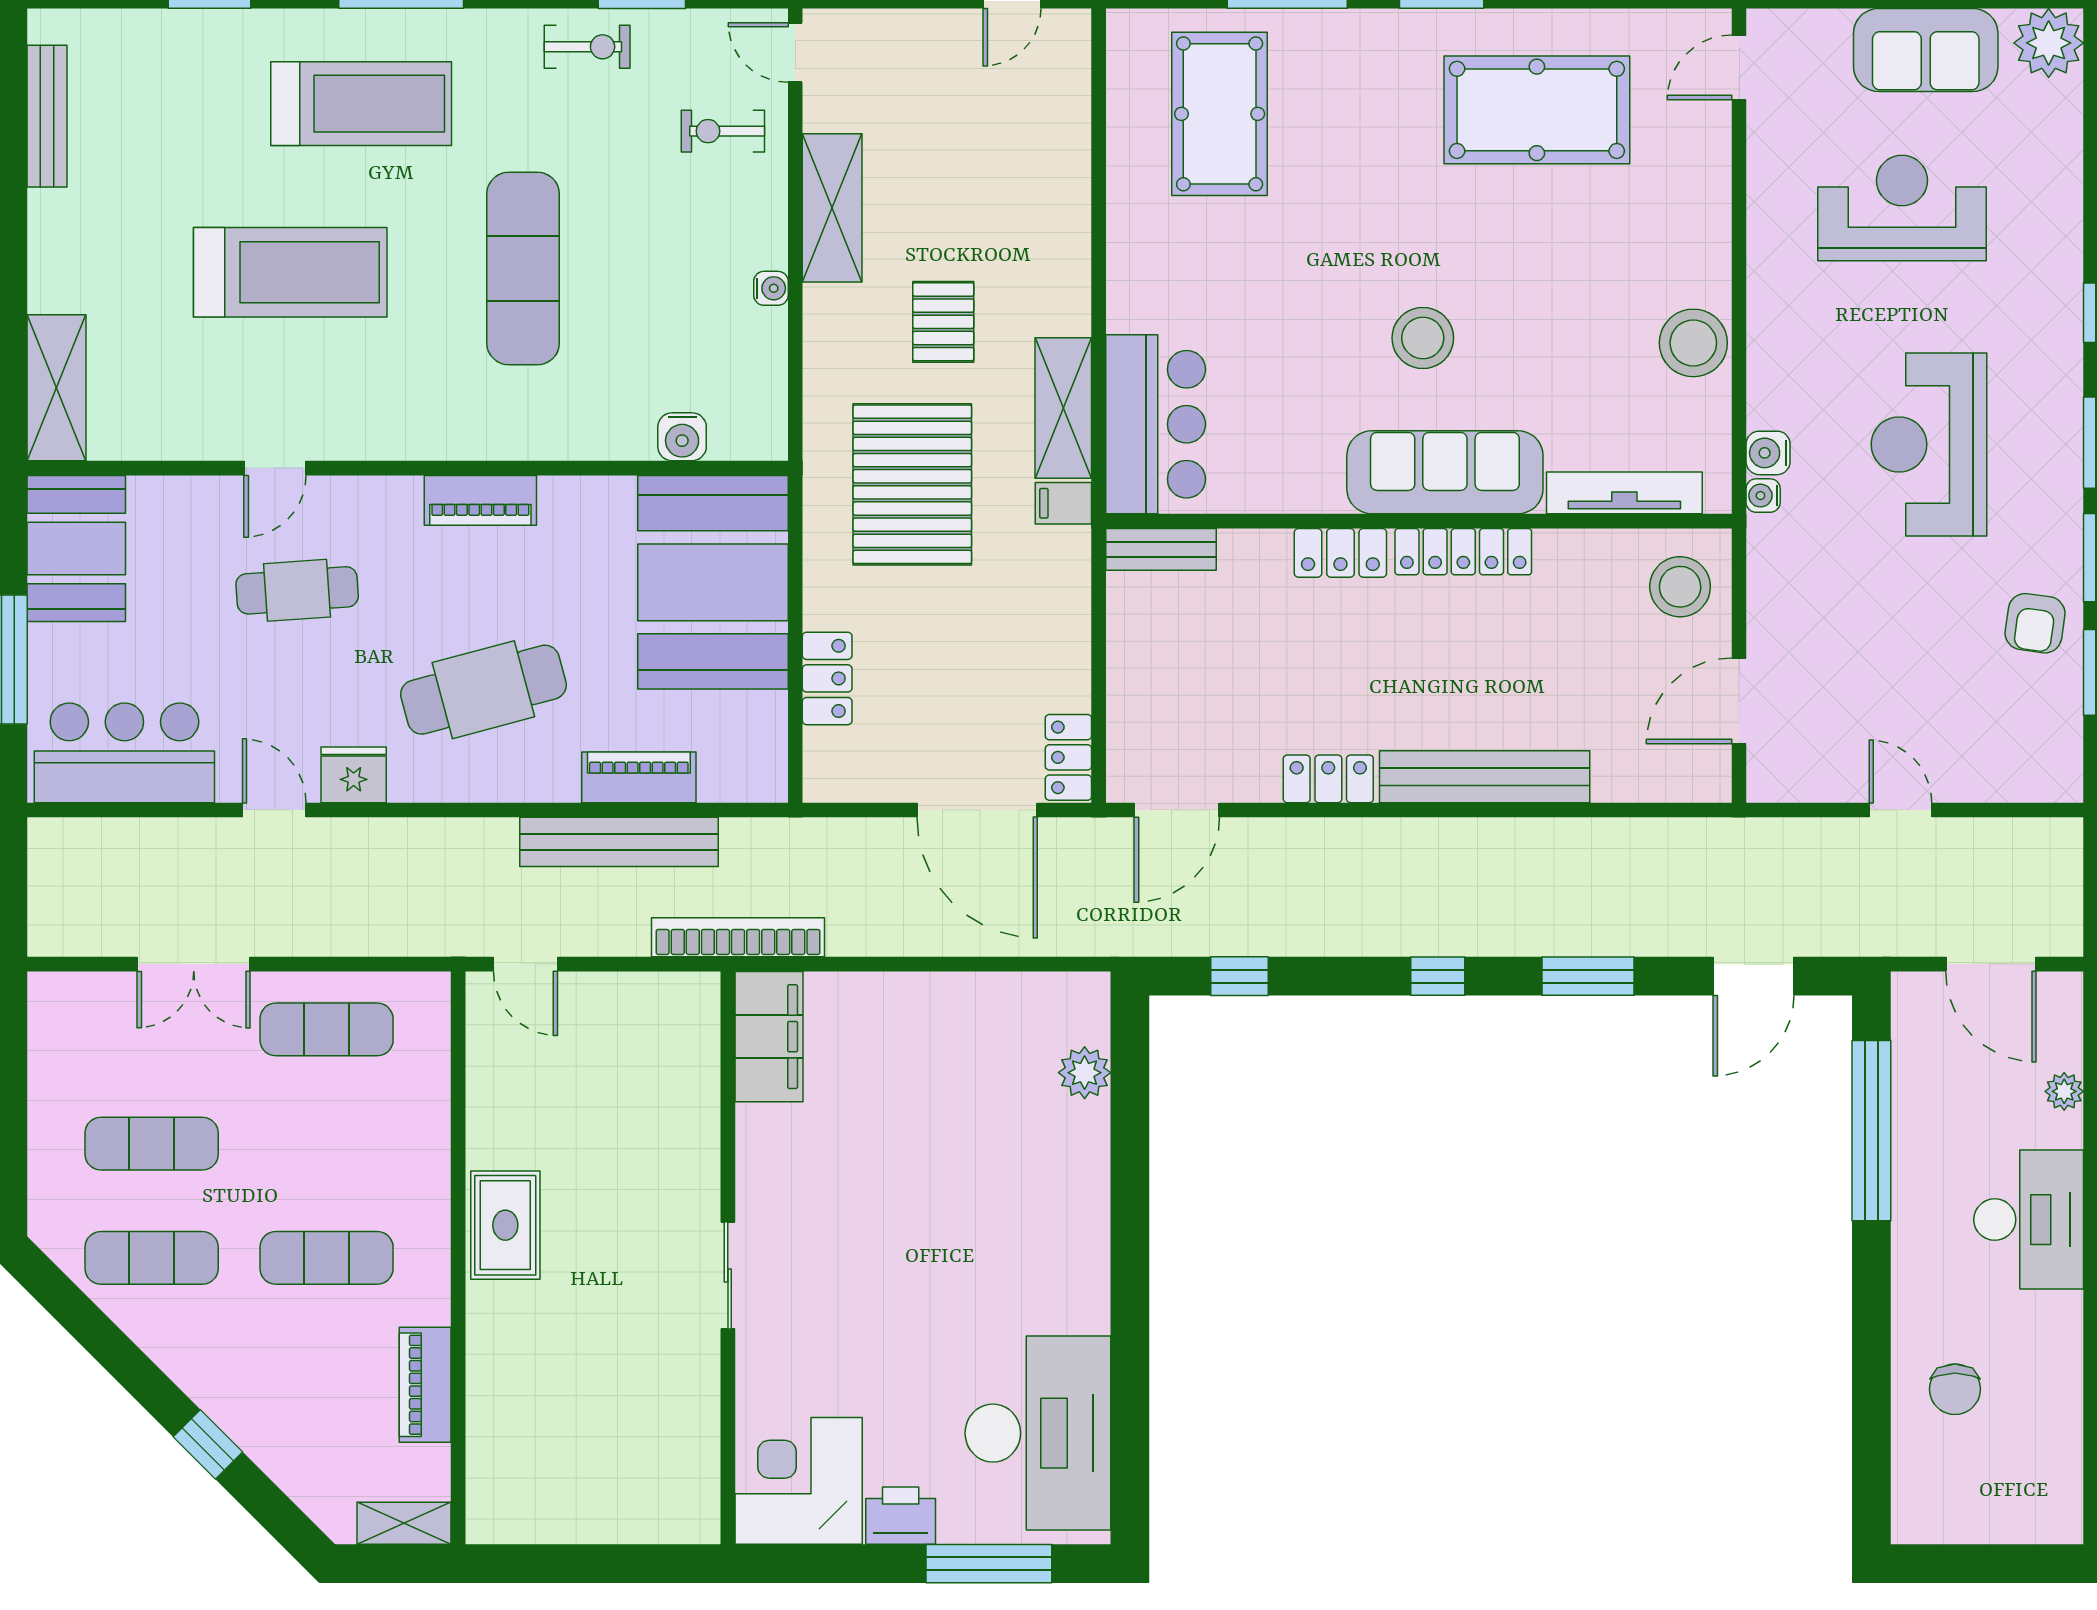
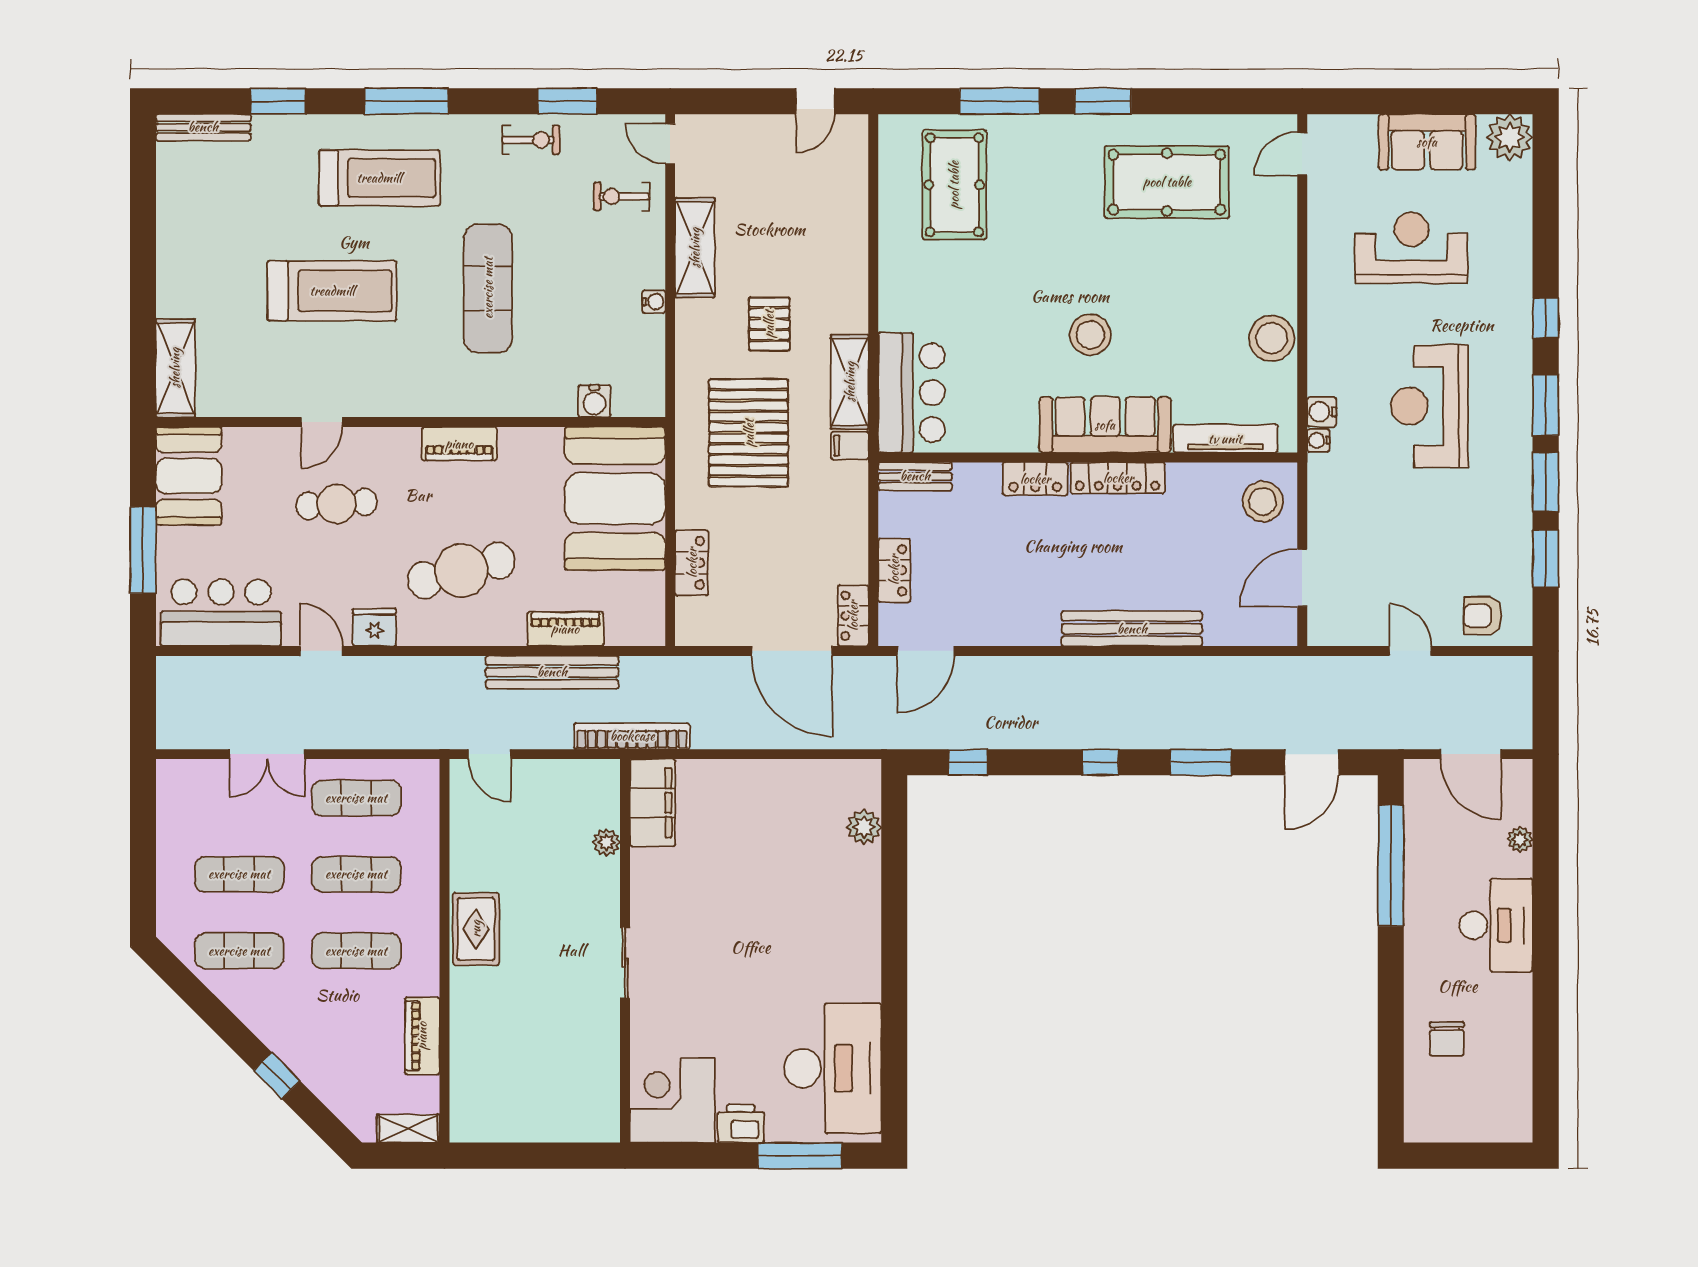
bench: (47, 116) -> (203, 127), moved, turned 90
armchair: (2035, 623) -> (1483, 616), moved, turned 82
locker: (1328, 779) -> (894, 570), moved, turned 90
plant: (700, 1096) -> (606, 842), added
exercise mat: (327, 1144) -> (356, 874), added

